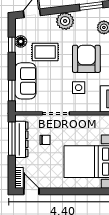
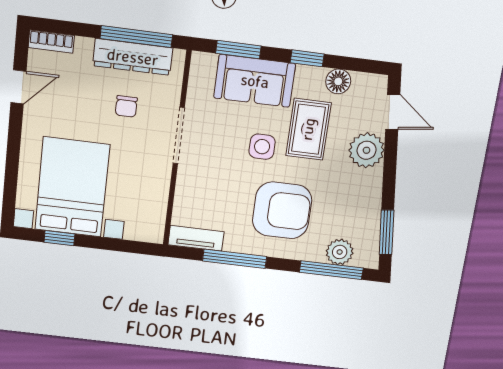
plant: (65, 21) -> (367, 150), moved
window: (12, 45) -> (307, 58), moved
side table: (79, 88) -> (262, 147), moved
door: (31, 191) -> (18, 87), moved

